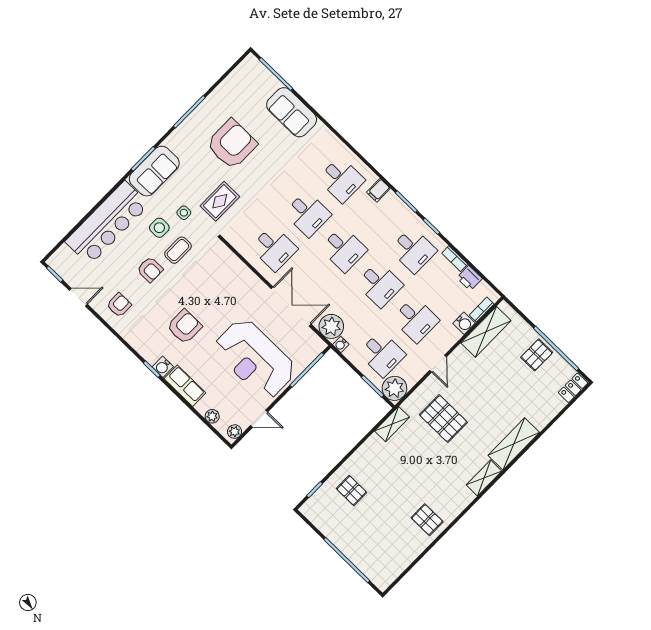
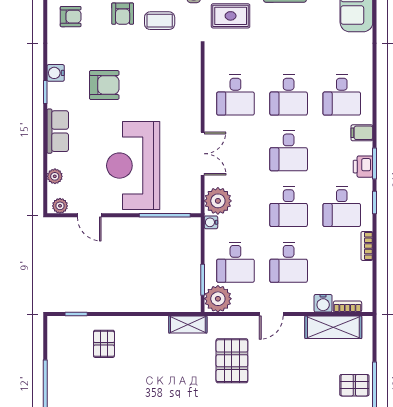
printer: (469, 278) -> (363, 167), moved
double door: (291, 306) -> (203, 154), width x0.73
water cooler: (163, 367) -> (56, 73), moved

